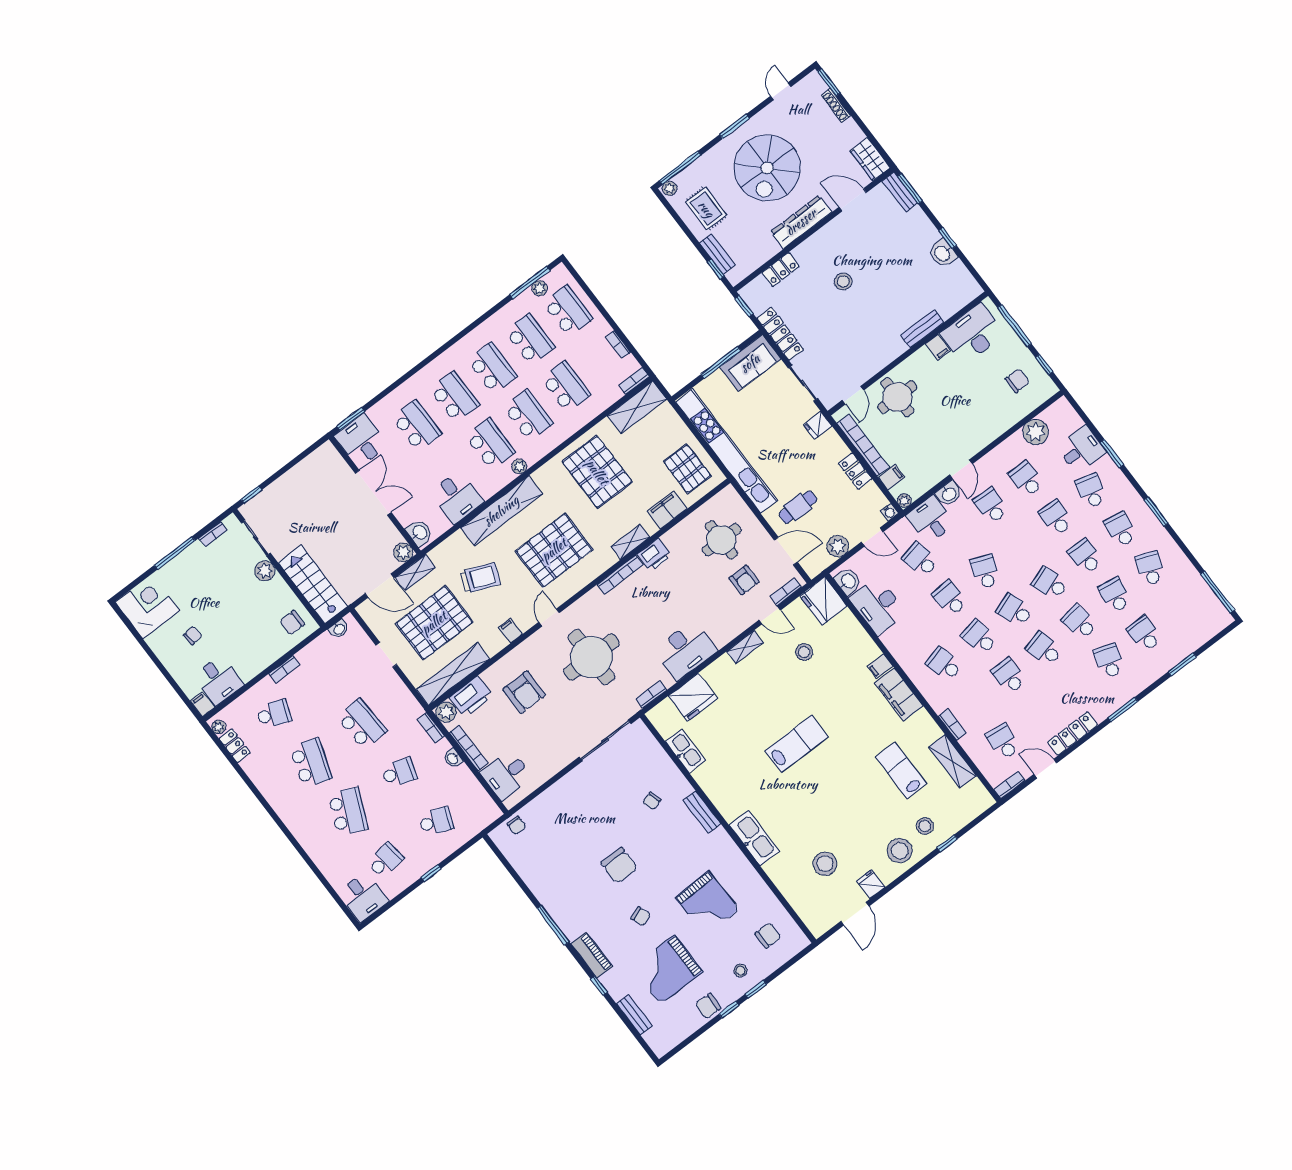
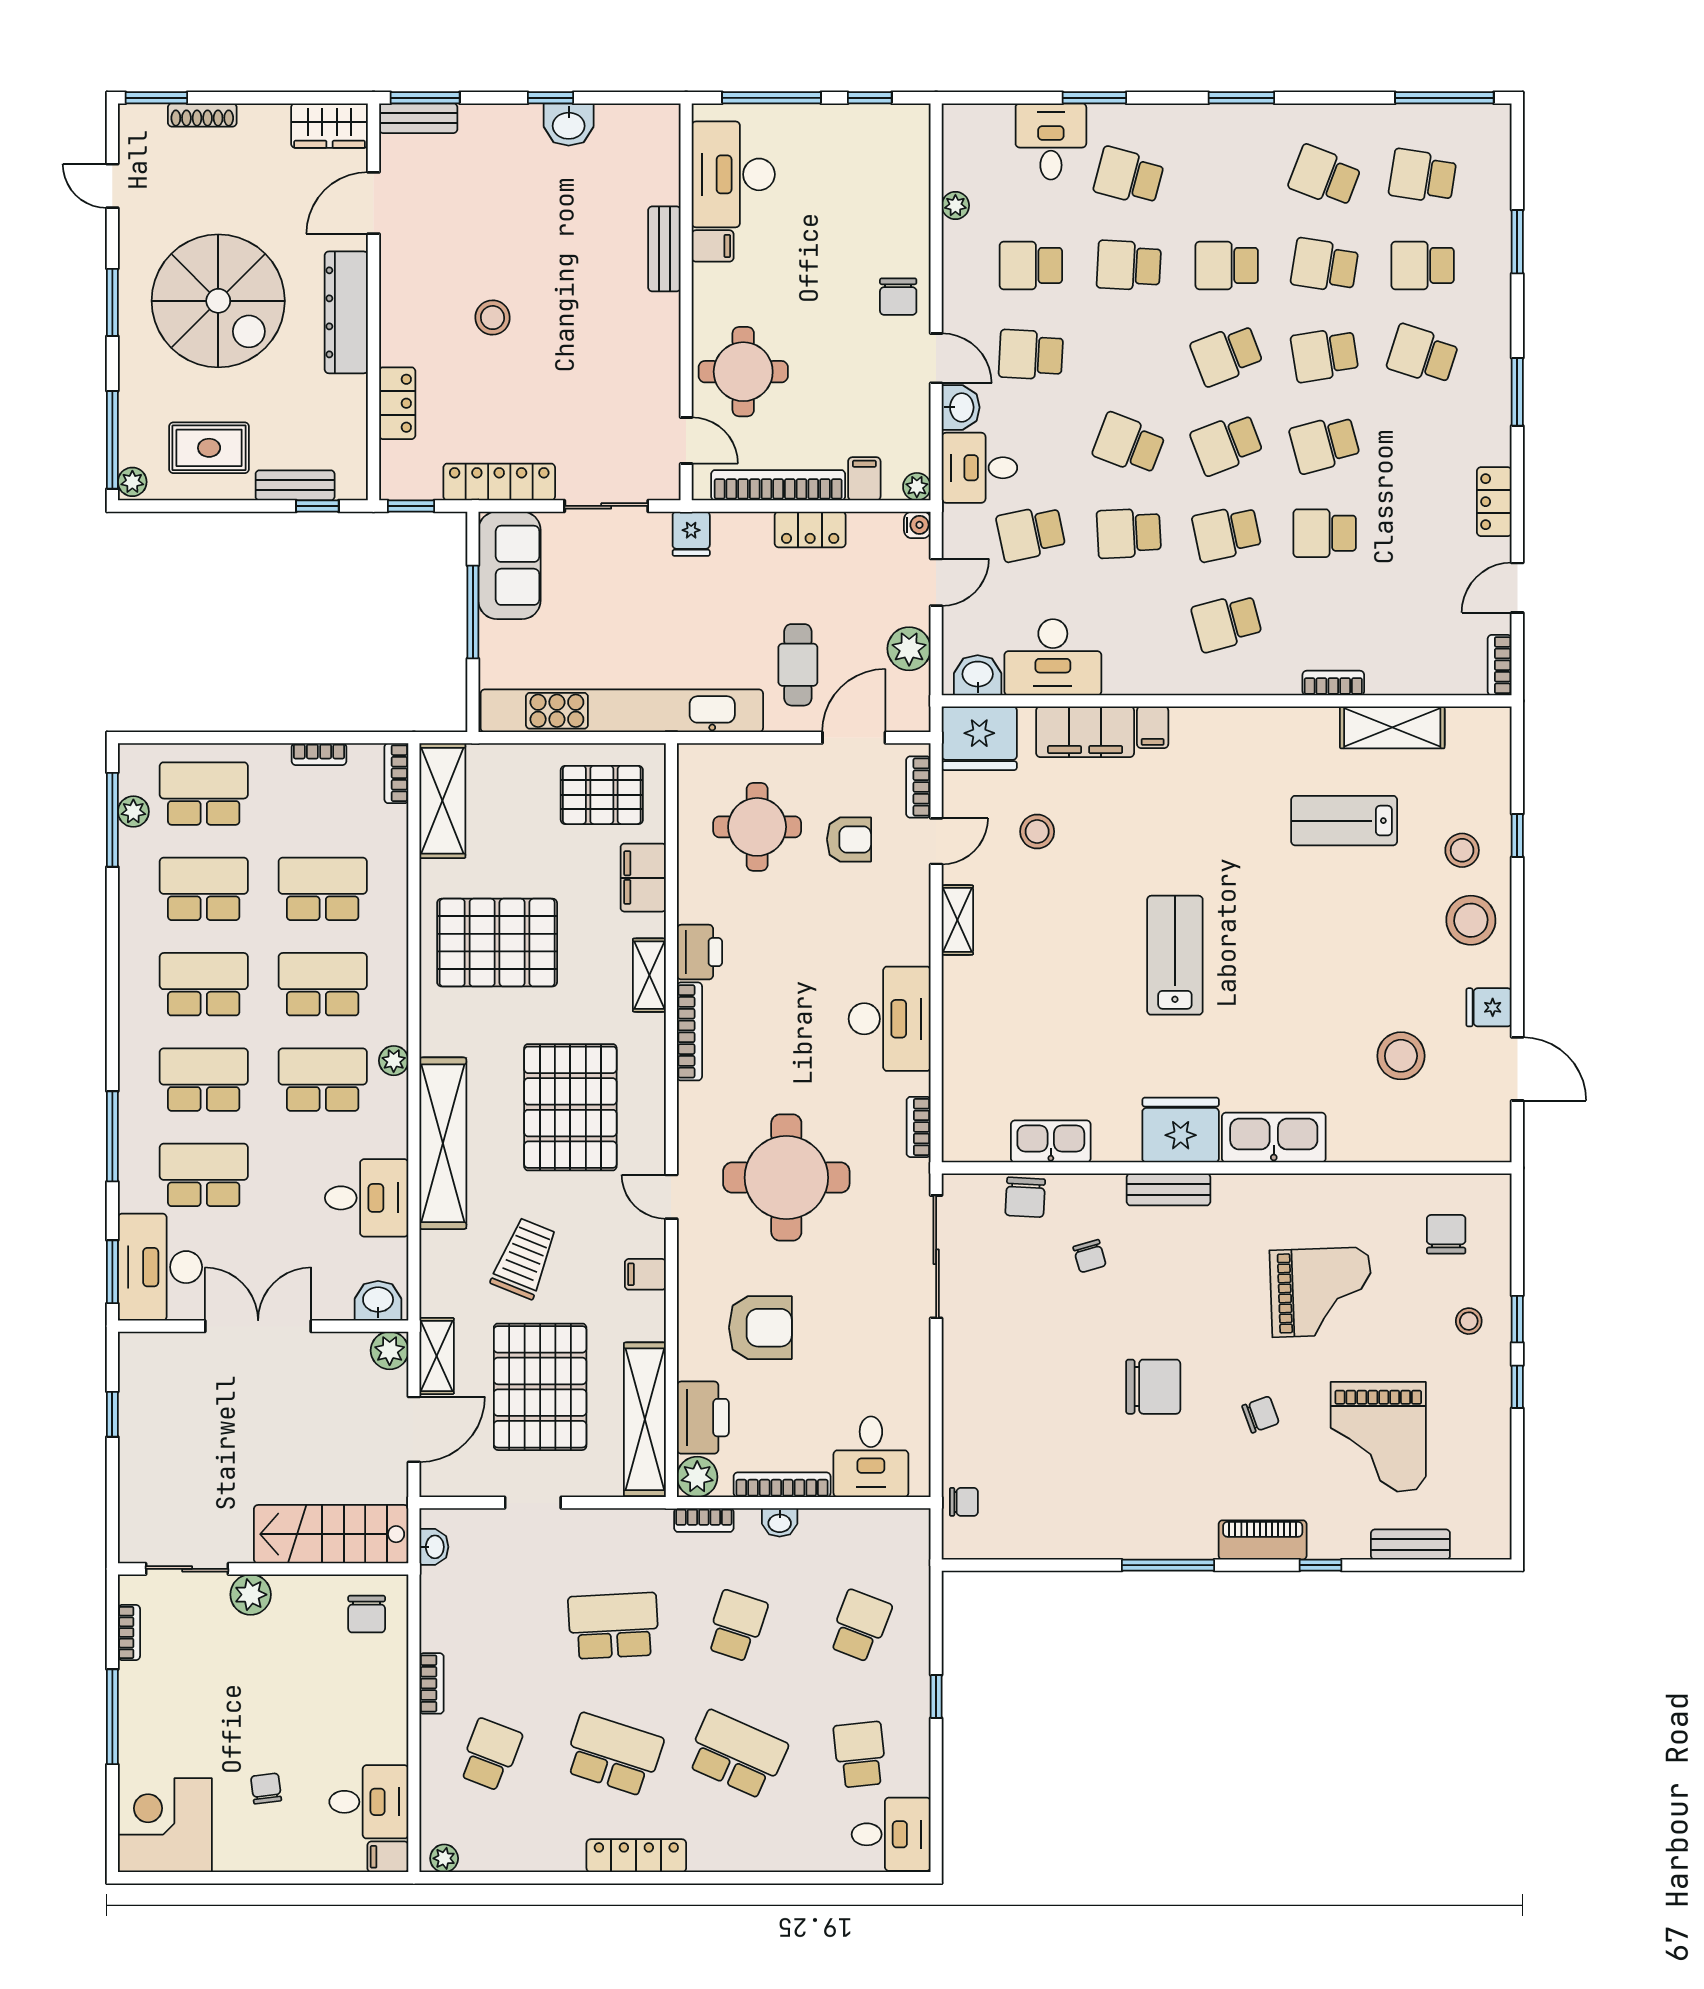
window: (404, 378) -> (112, 1136), added
chair: (1017, 381) -> (898, 297), moved, turned 180
plant: (1036, 432) -> (955, 206), width x0.53, depth x0.53
desk: (361, 441) -> (160, 1267), width x1.37
window: (251, 495) -> (112, 1414), moved
school desk: (1121, 530) -> (1423, 176), moved
filing cabinet: (899, 694) -> (1085, 732), moved
fridge: (693, 697) -> (1181, 1130), moved, turned -90
locker: (1072, 734) -> (1494, 502), width x0.66
school desk: (1003, 742) -> (1423, 622), removed
locker: (235, 746) -> (636, 1856), moved, width x1.53
chair: (708, 1006) -> (1025, 1197), moved

